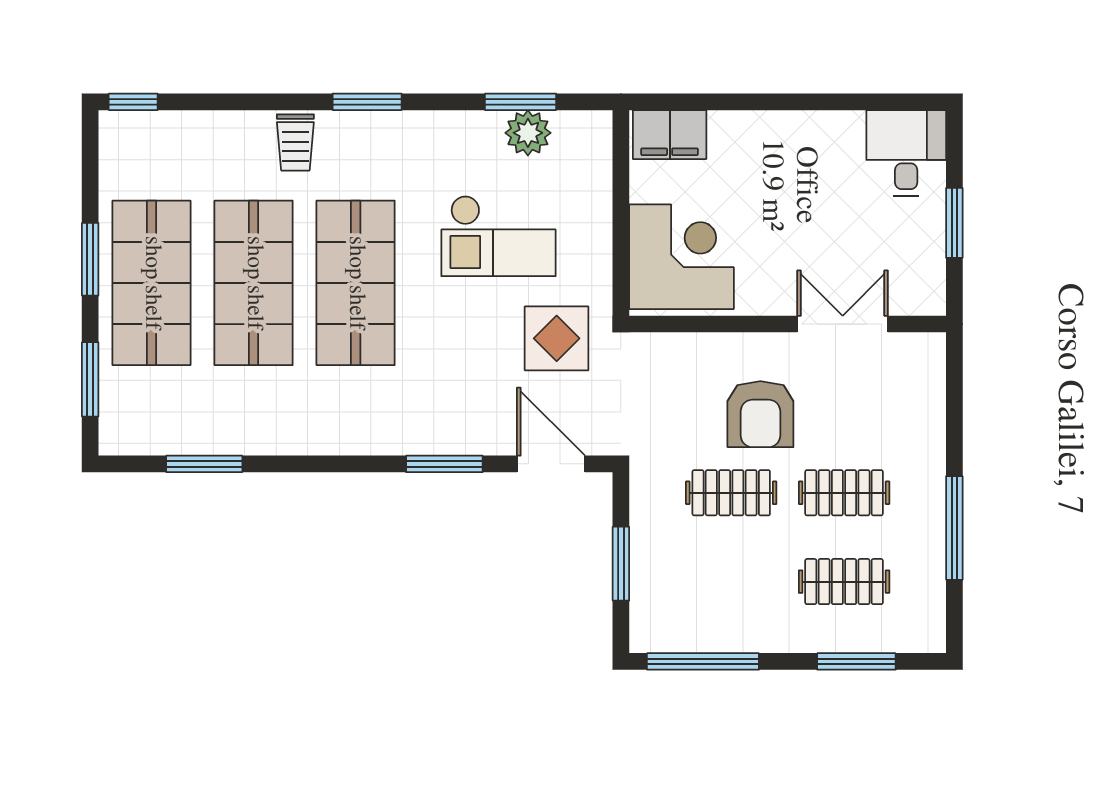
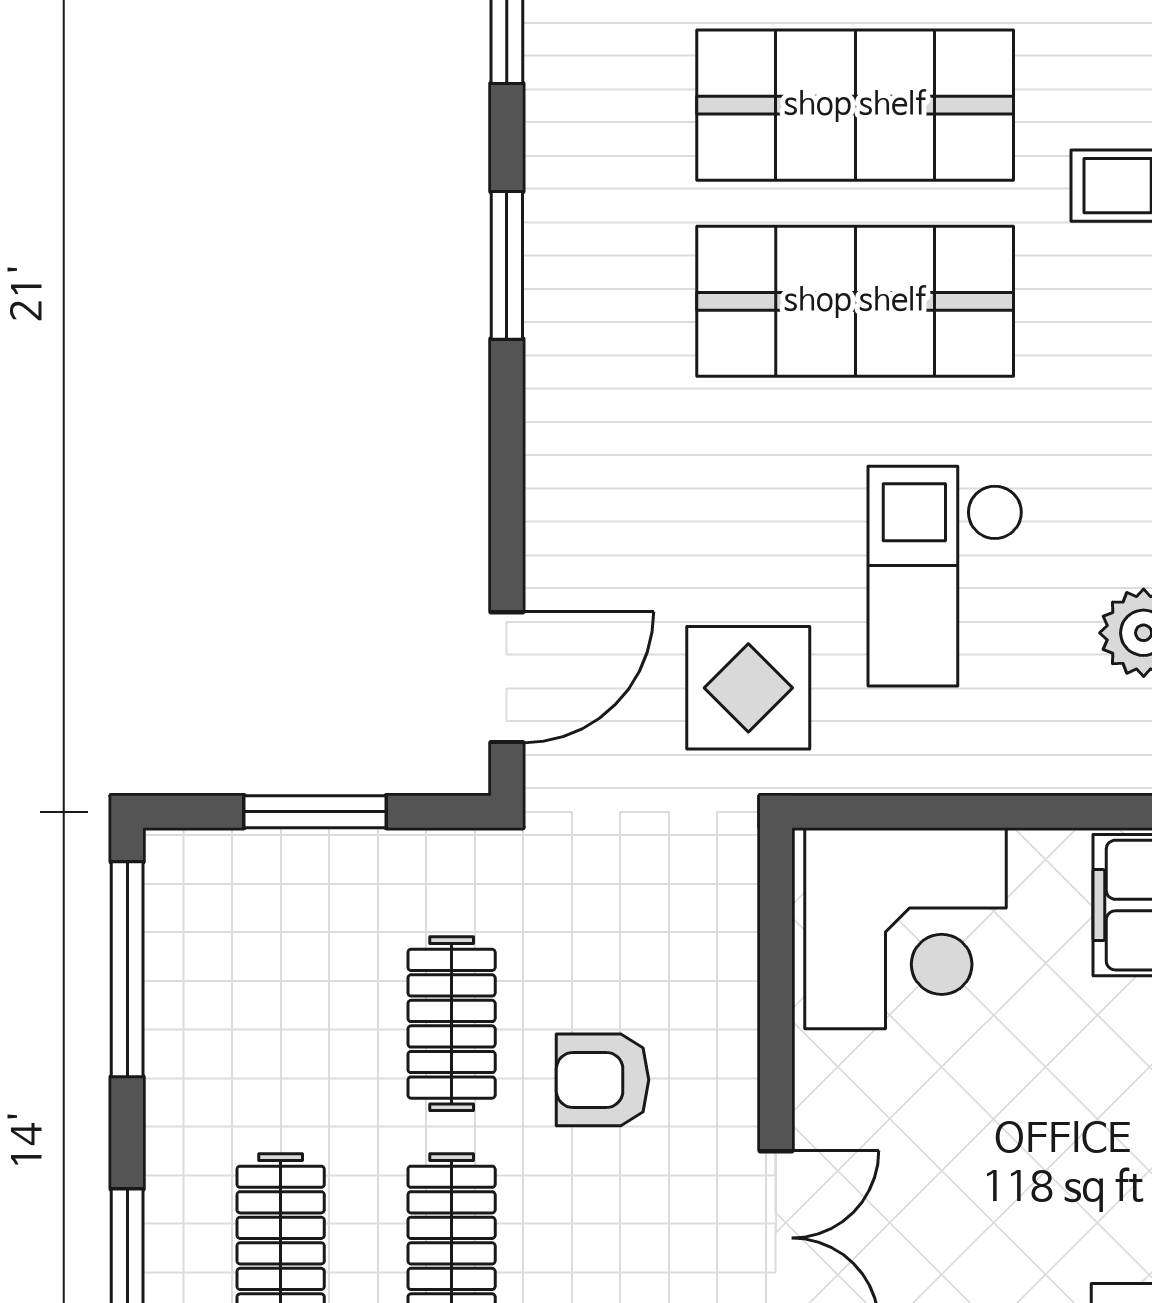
armchair: (760, 414) -> (602, 1080), width x0.72, depth x0.72
window: (444, 464) -> (507, 265), moved

